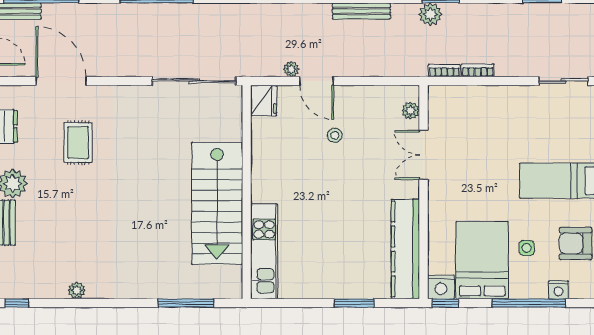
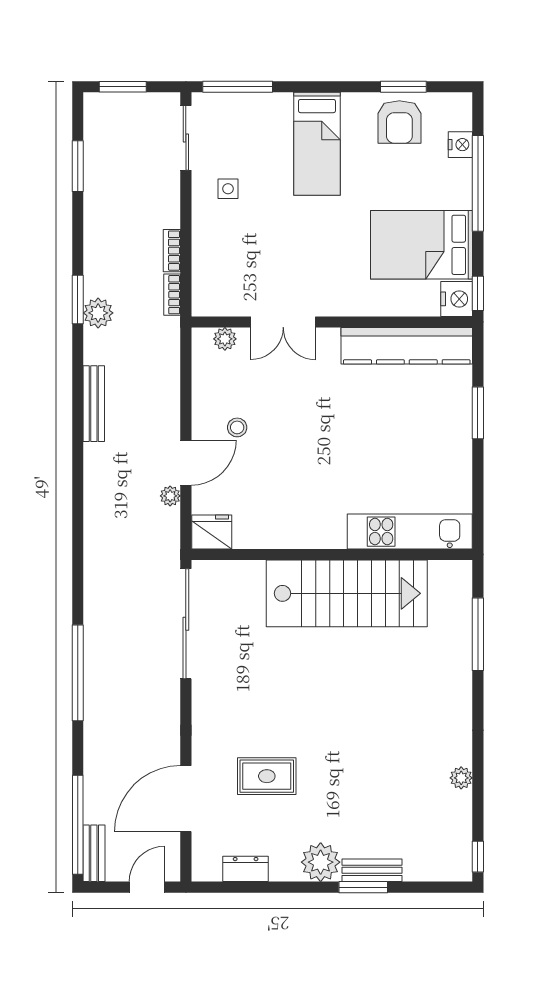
stool: (335, 135) -> (237, 427), moved
side table: (527, 248) -> (228, 189), moved

